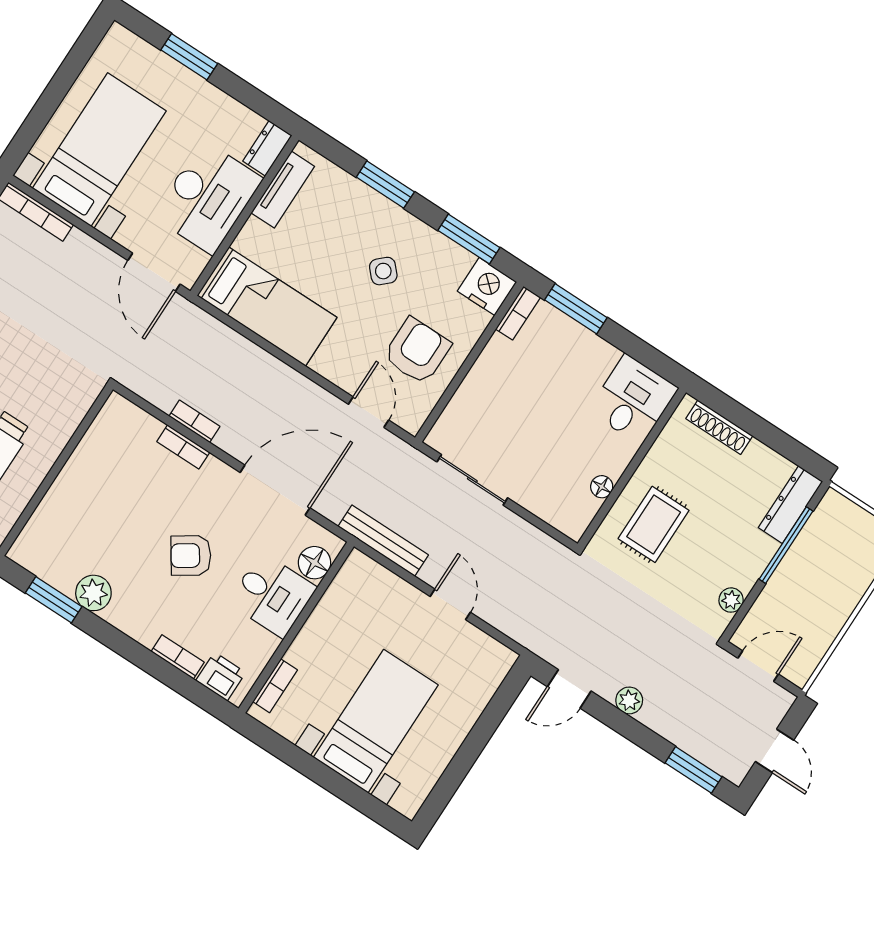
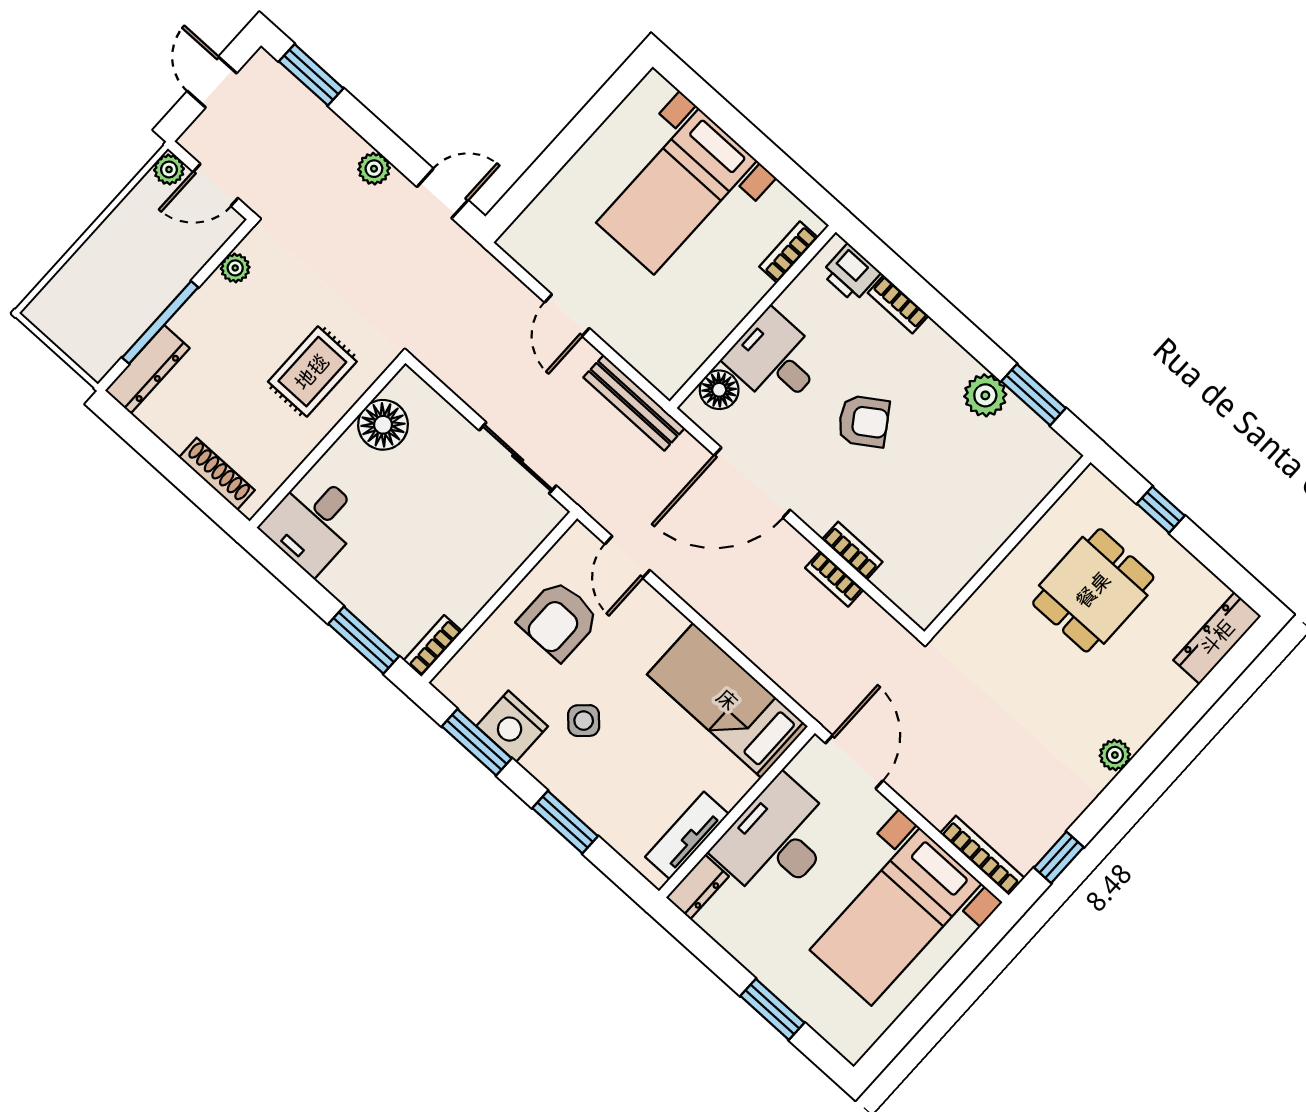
nightstand: (487, 287) -> (512, 726), moved
floor lamp: (602, 487) -> (383, 425), width x1.89, depth x1.89
plant: (799, 673) -> (169, 169), added

